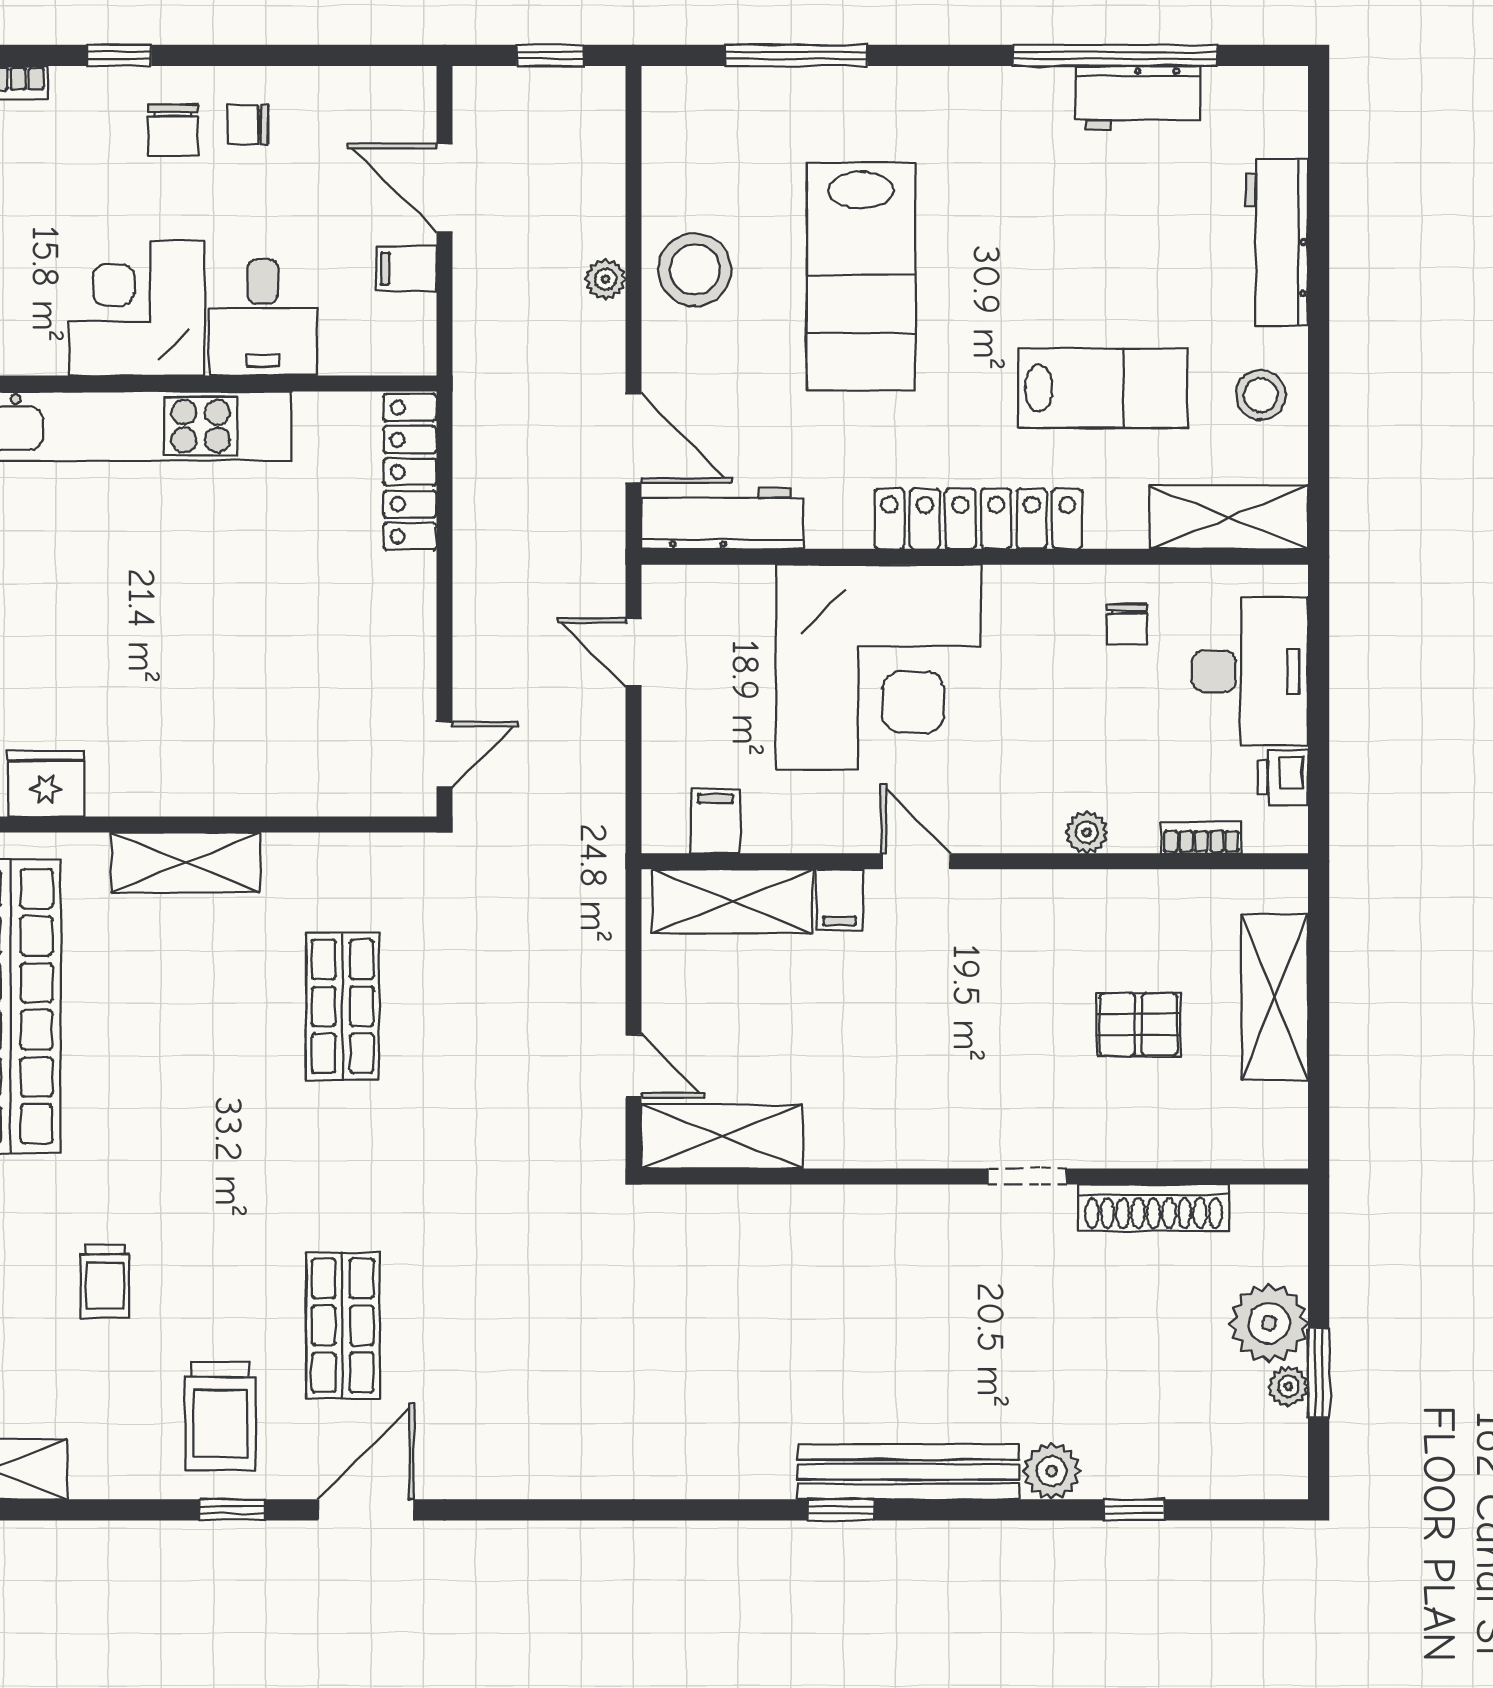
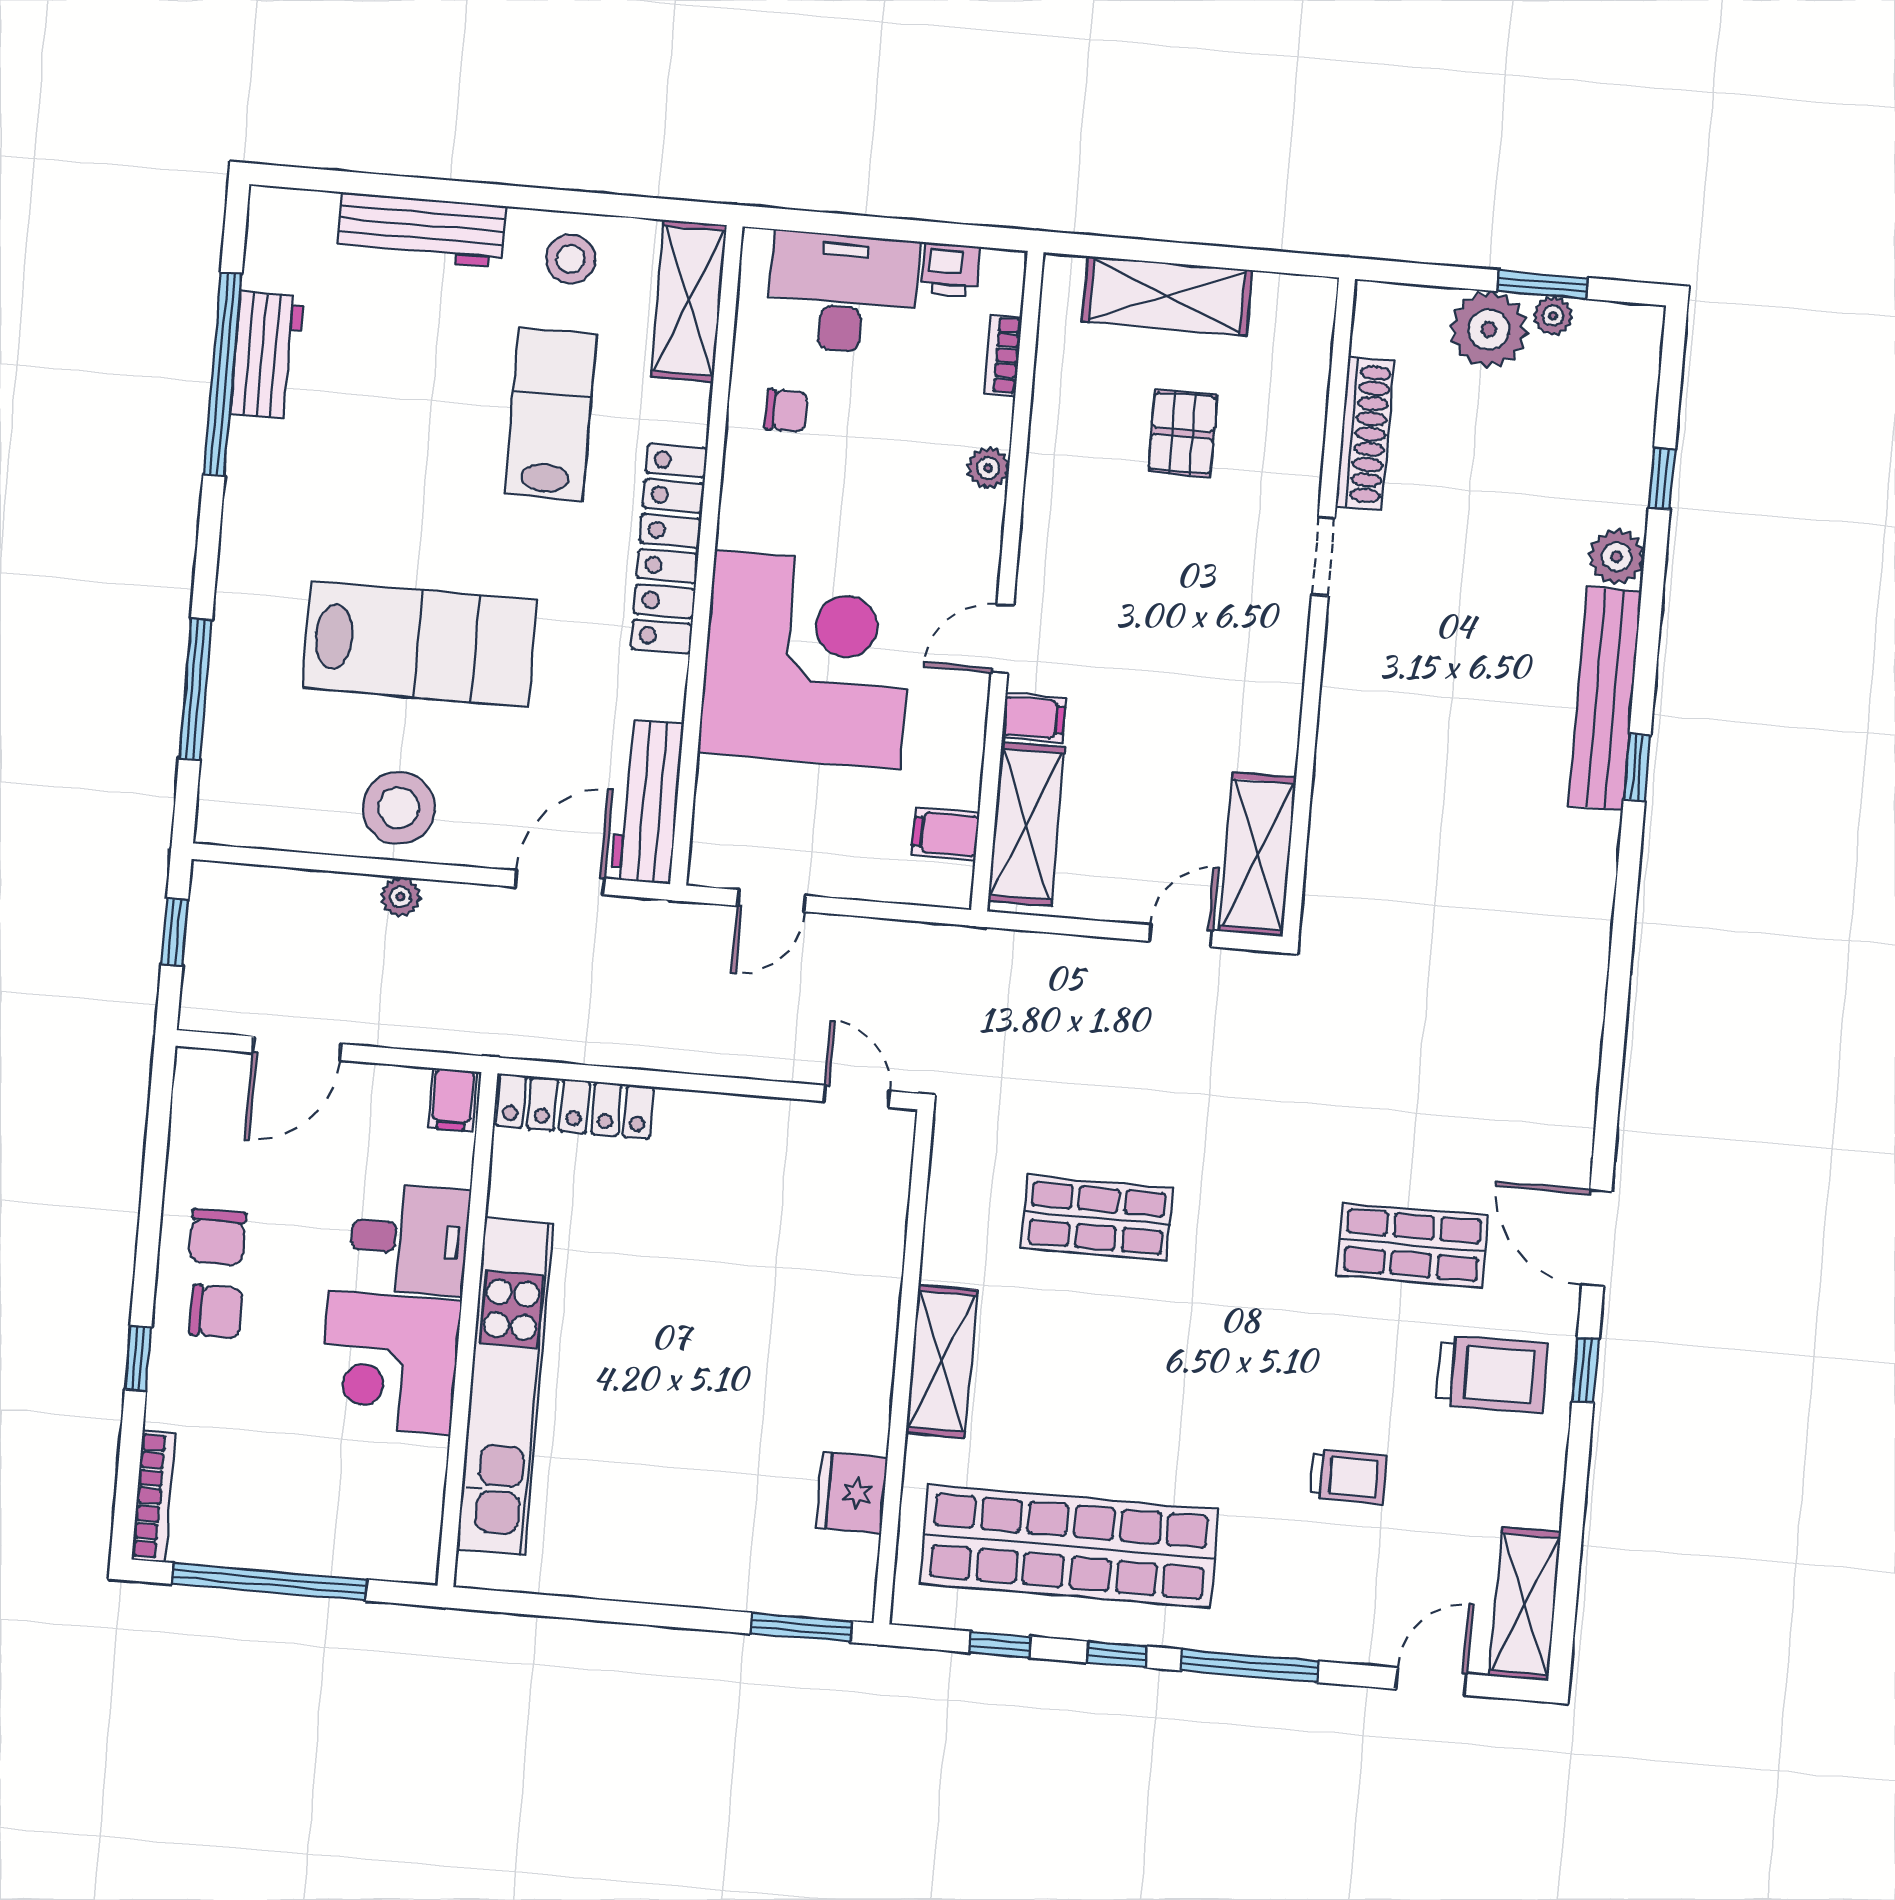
chair: (248, 125) -> (217, 1237), width x1.37, depth x1.37
filing cabinet: (406, 269) -> (453, 1100), moved

